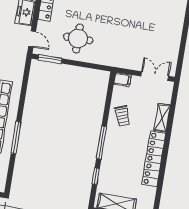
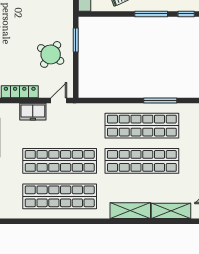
round table: (78, 38) -> (51, 54), turned 34
window: (50, 59) -> (76, 40), moved

